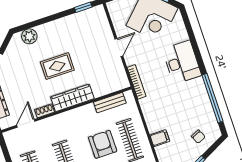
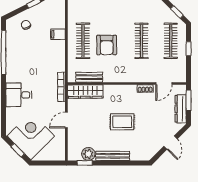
bench: (55, 25) -> (113, 156), added
plant: (29, 36) -> (88, 154), moved
desk: (182, 62) -> (19, 95), width x0.73
wardrobe: (72, 98) -> (85, 91), moved

